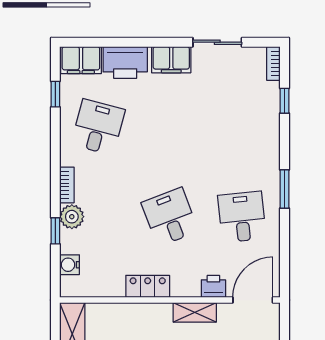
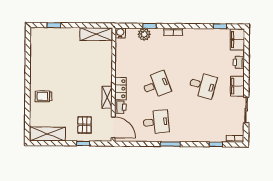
printer: (125, 62) -> (239, 62), width x0.53, depth x0.68
desk: (98, 127) -> (203, 85), moved
plant: (72, 217) -> (144, 34), moved
water cooler: (70, 265) -> (120, 33), moved
locker: (148, 286) -> (120, 89), moved

